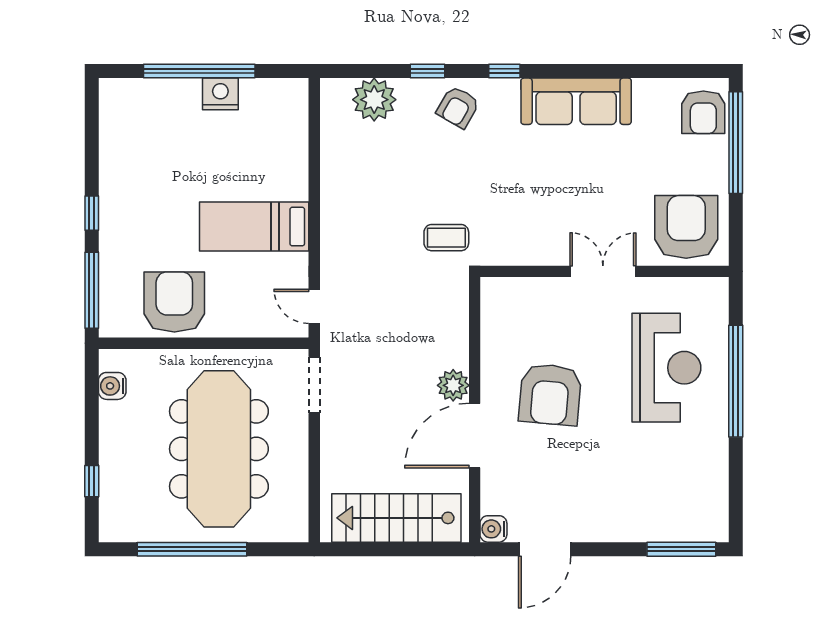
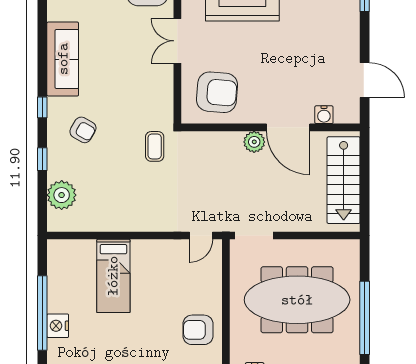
nightstand: (220, 94) -> (58, 326), moved
armchair: (458, 107) -> (83, 130), moved
bed: (254, 227) -> (113, 276), moved
armchair: (174, 302) -> (198, 330), width x0.73, depth x0.73
armchair: (550, 394) -> (217, 92), moved
water cooler: (493, 529) -> (324, 115), moved

